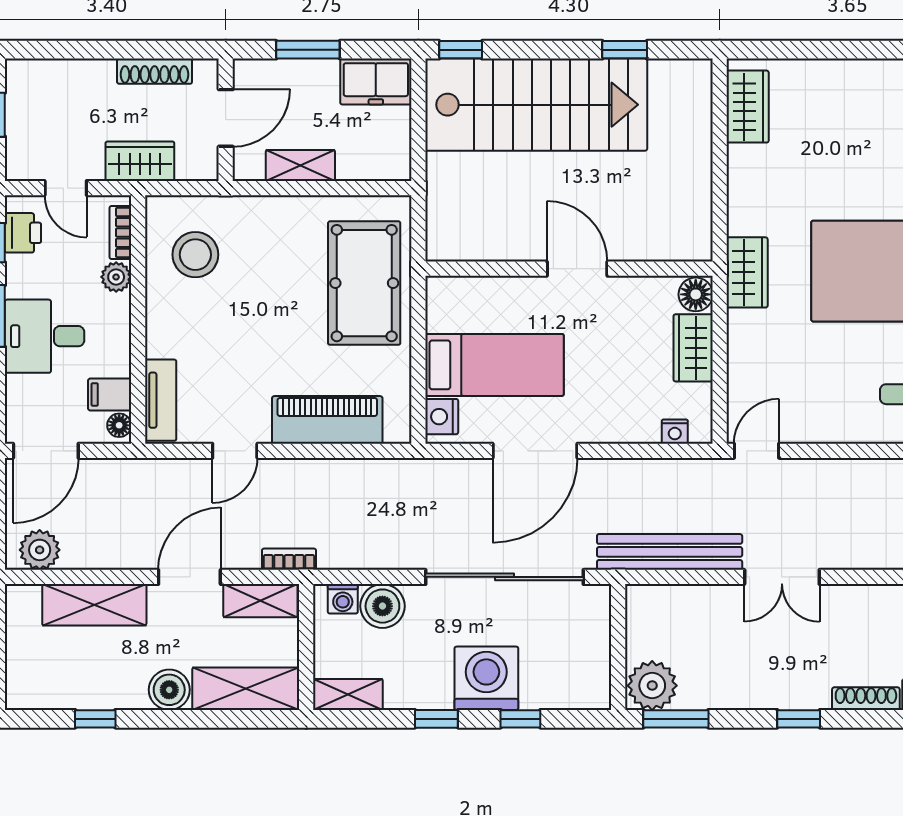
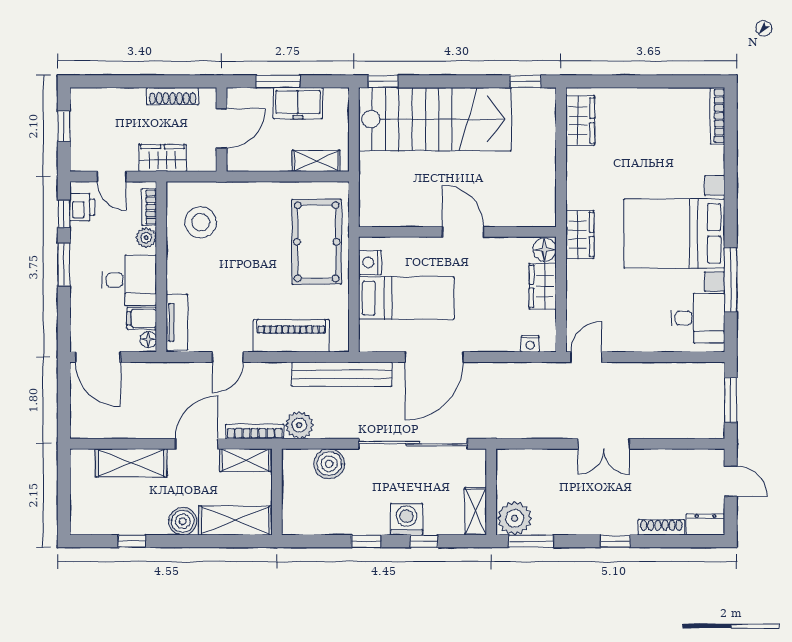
window: (625, 50) -> (526, 81), moved
freezer: (376, 82) -> (298, 103), moved
shelving: (300, 166) -> (316, 161), moved
desk: (45, 336) -> (129, 280), moved, turned 180
nightstand: (442, 417) -> (370, 262), moved
door: (46, 451) -> (98, 357), hinge flipped
plant: (40, 550) -> (299, 425), moved
bench: (670, 552) -> (342, 374), moved
bookcase: (289, 559) -> (255, 432), width x1.56
washing machine: (343, 599) -> (302, 459), removed
washing machine: (486, 678) -> (407, 519), width x0.73, depth x0.73
shelving: (348, 694) -> (476, 511), moved, turned 90

